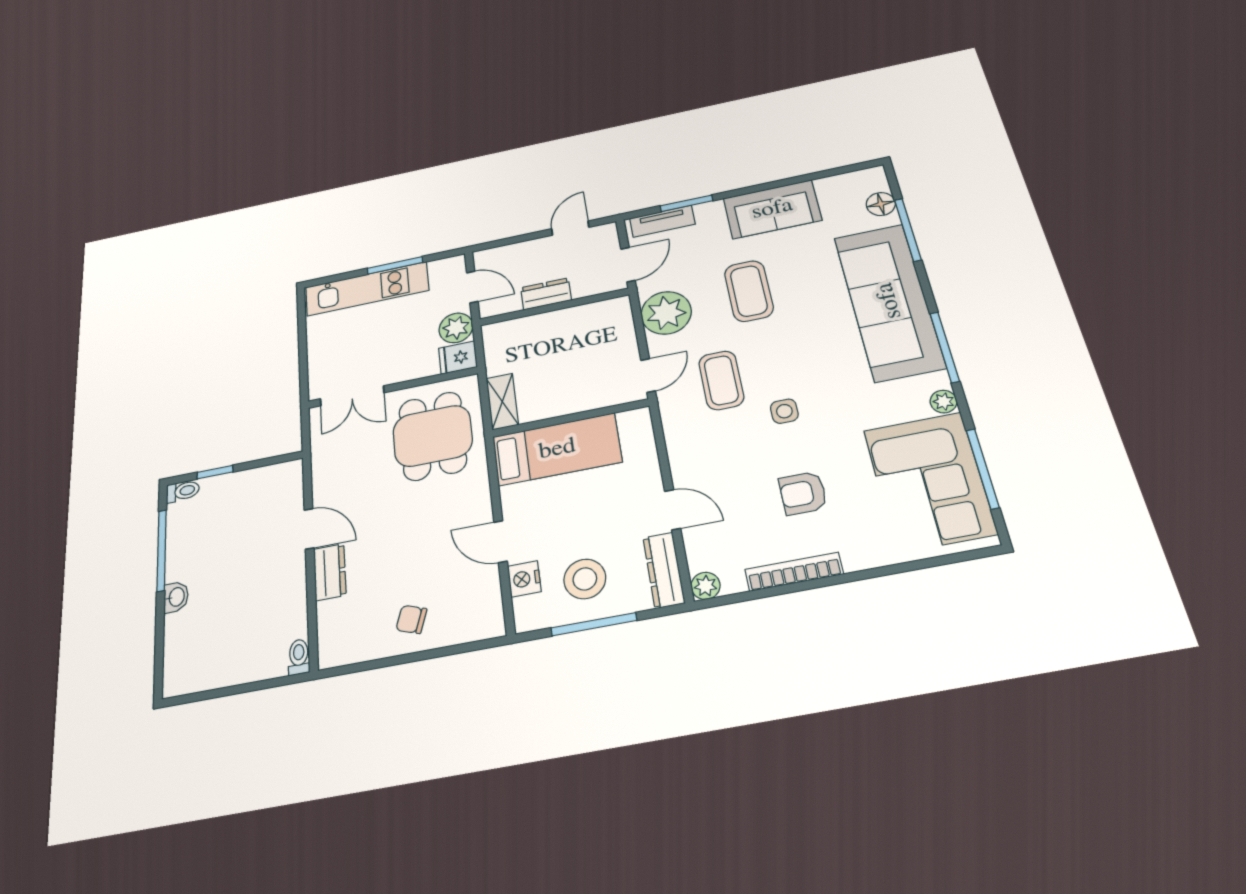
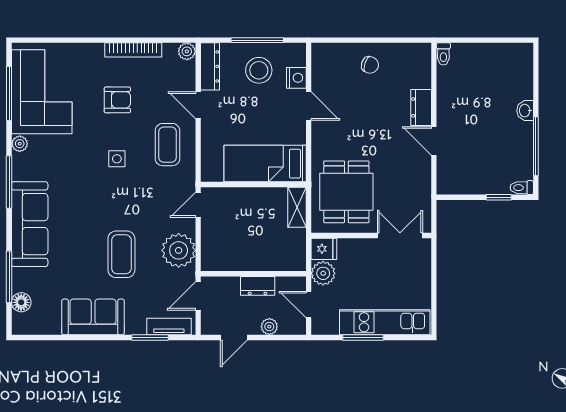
plant: (523, 251) -> (269, 327), added
sofa: (889, 301) -> (30, 224), width x0.74, depth x0.79
coffee table: (721, 380) -> (167, 145), moved

